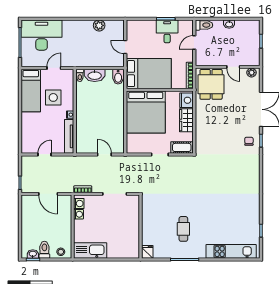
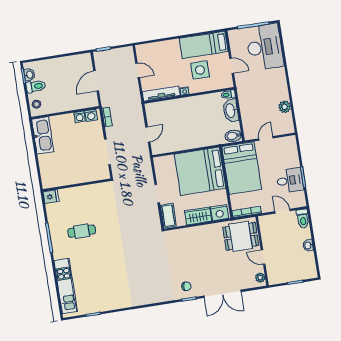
door: (233, 67) -> (263, 257), hinge flipped

